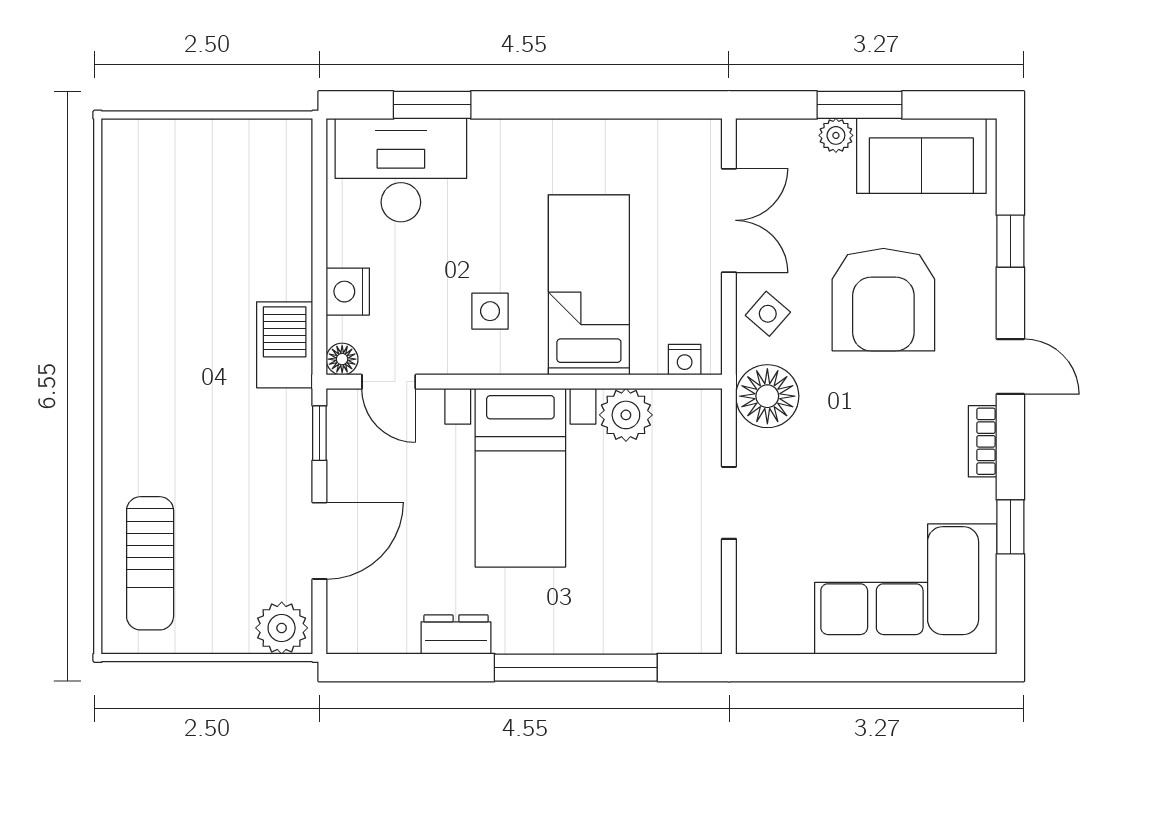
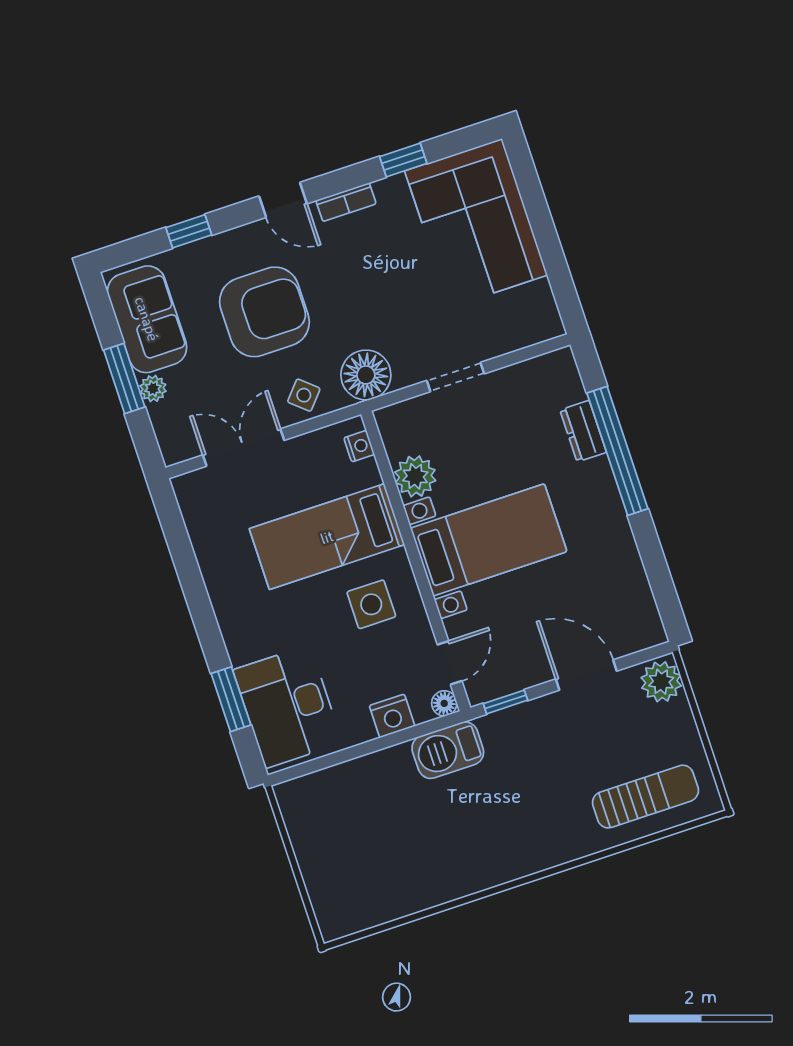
side table: (490, 311) -> (371, 604), width x1.37, depth x1.37
door: (1010, 367) -> (283, 200), swing flipped
dresser: (456, 634) -> (583, 431), moved

